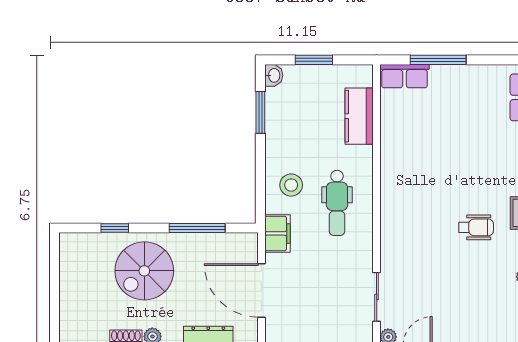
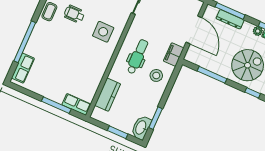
washbasin: (274, 75) -> (141, 128), width x1.91, depth x1.45
side table: (414, 219) -> (103, 32), added

